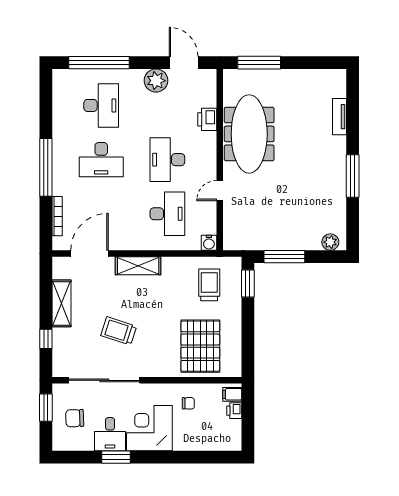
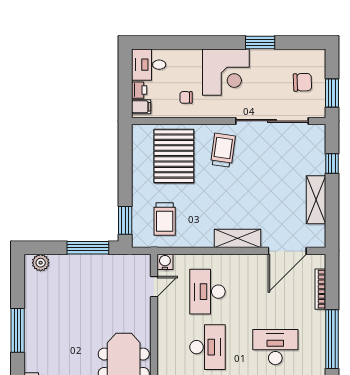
door: (220, 191) -> (154, 287), moved
trolley: (119, 331) -> (223, 150), moved, turned -100
desk: (110, 434) -> (149, 65), moved, turned -90

